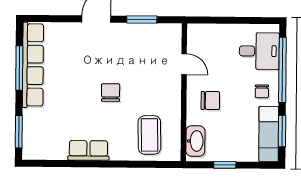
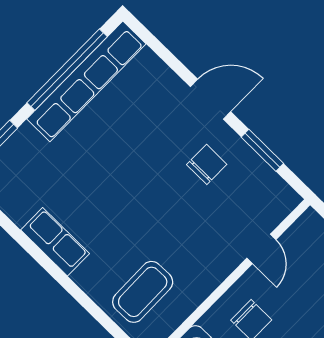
window: (19, 68) -> (67, 70), width x1.46
chair: (111, 93) -> (207, 164), moved

